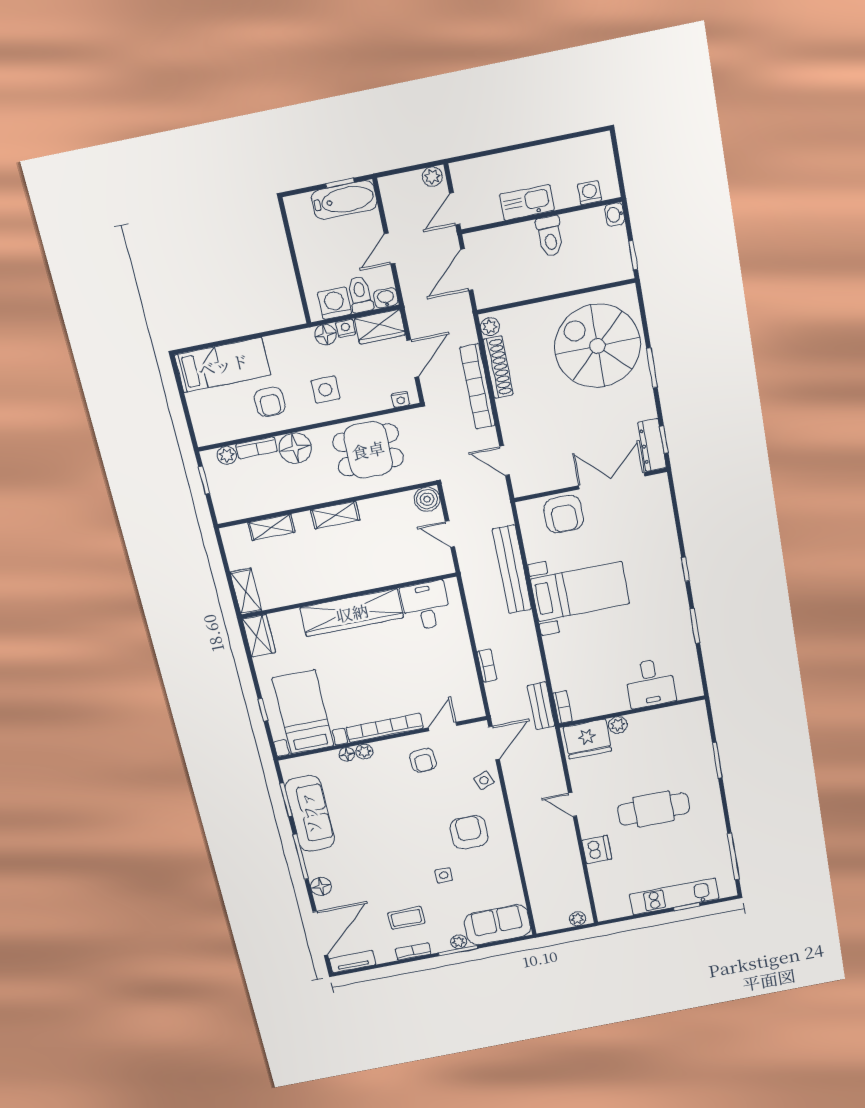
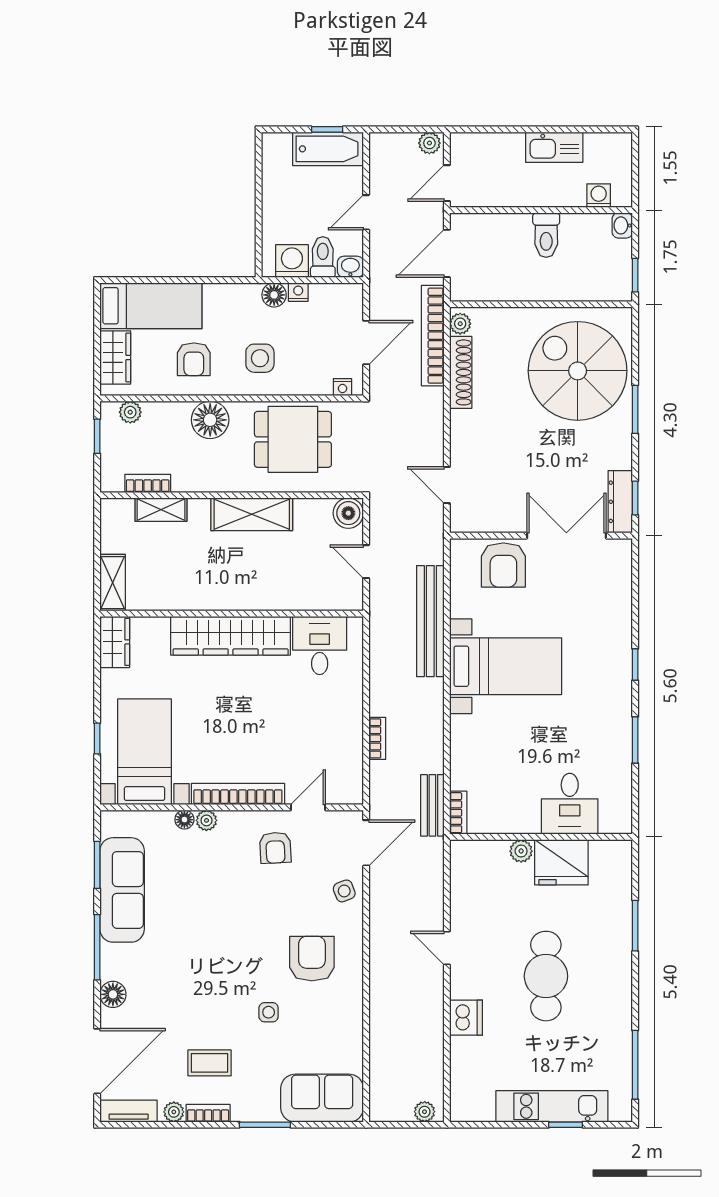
kitchen sink: (527, 202) -> (554, 147), moved, turned 180
wardrobe: (380, 327) -> (115, 357), moved, turned -90
bookcase: (477, 387) -> (433, 336), moved
bookcase: (257, 448) -> (148, 483), moved, turned 180
shelving: (335, 515) -> (252, 514), width x1.50, depth x1.33
fridge: (587, 739) -> (561, 862), moved
cafe table: (654, 809) -> (546, 976), turned 90
plant: (459, 942) -> (174, 1112), moved

